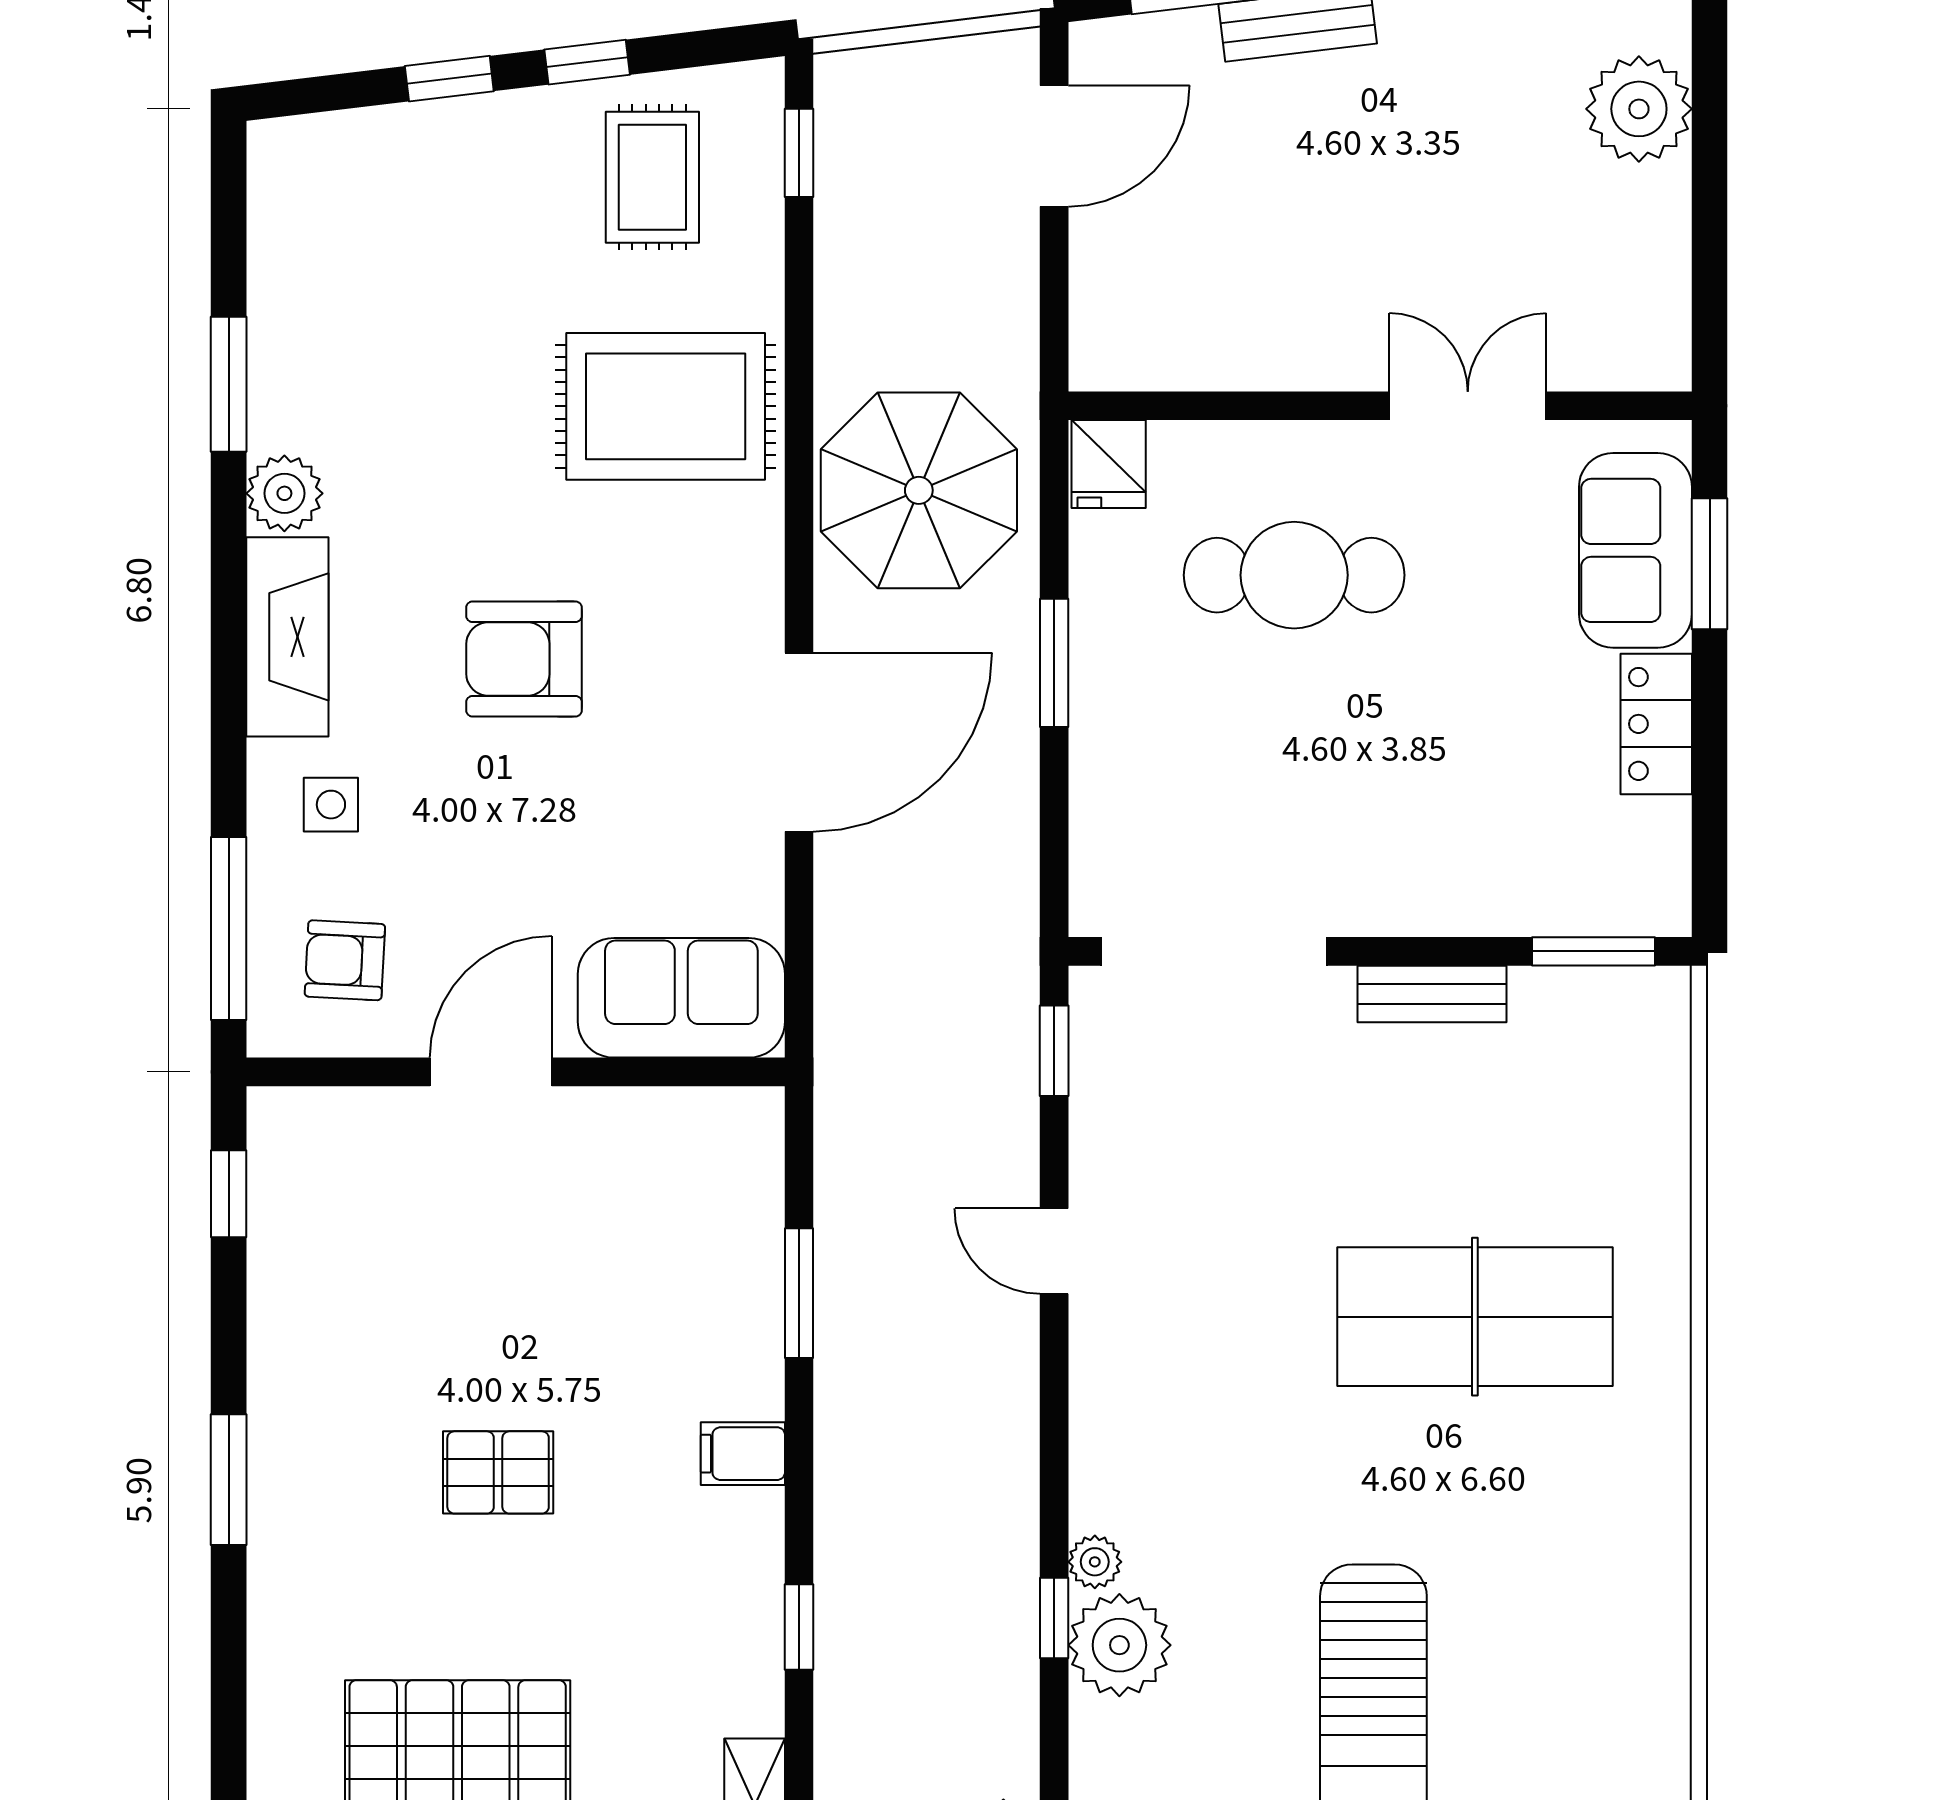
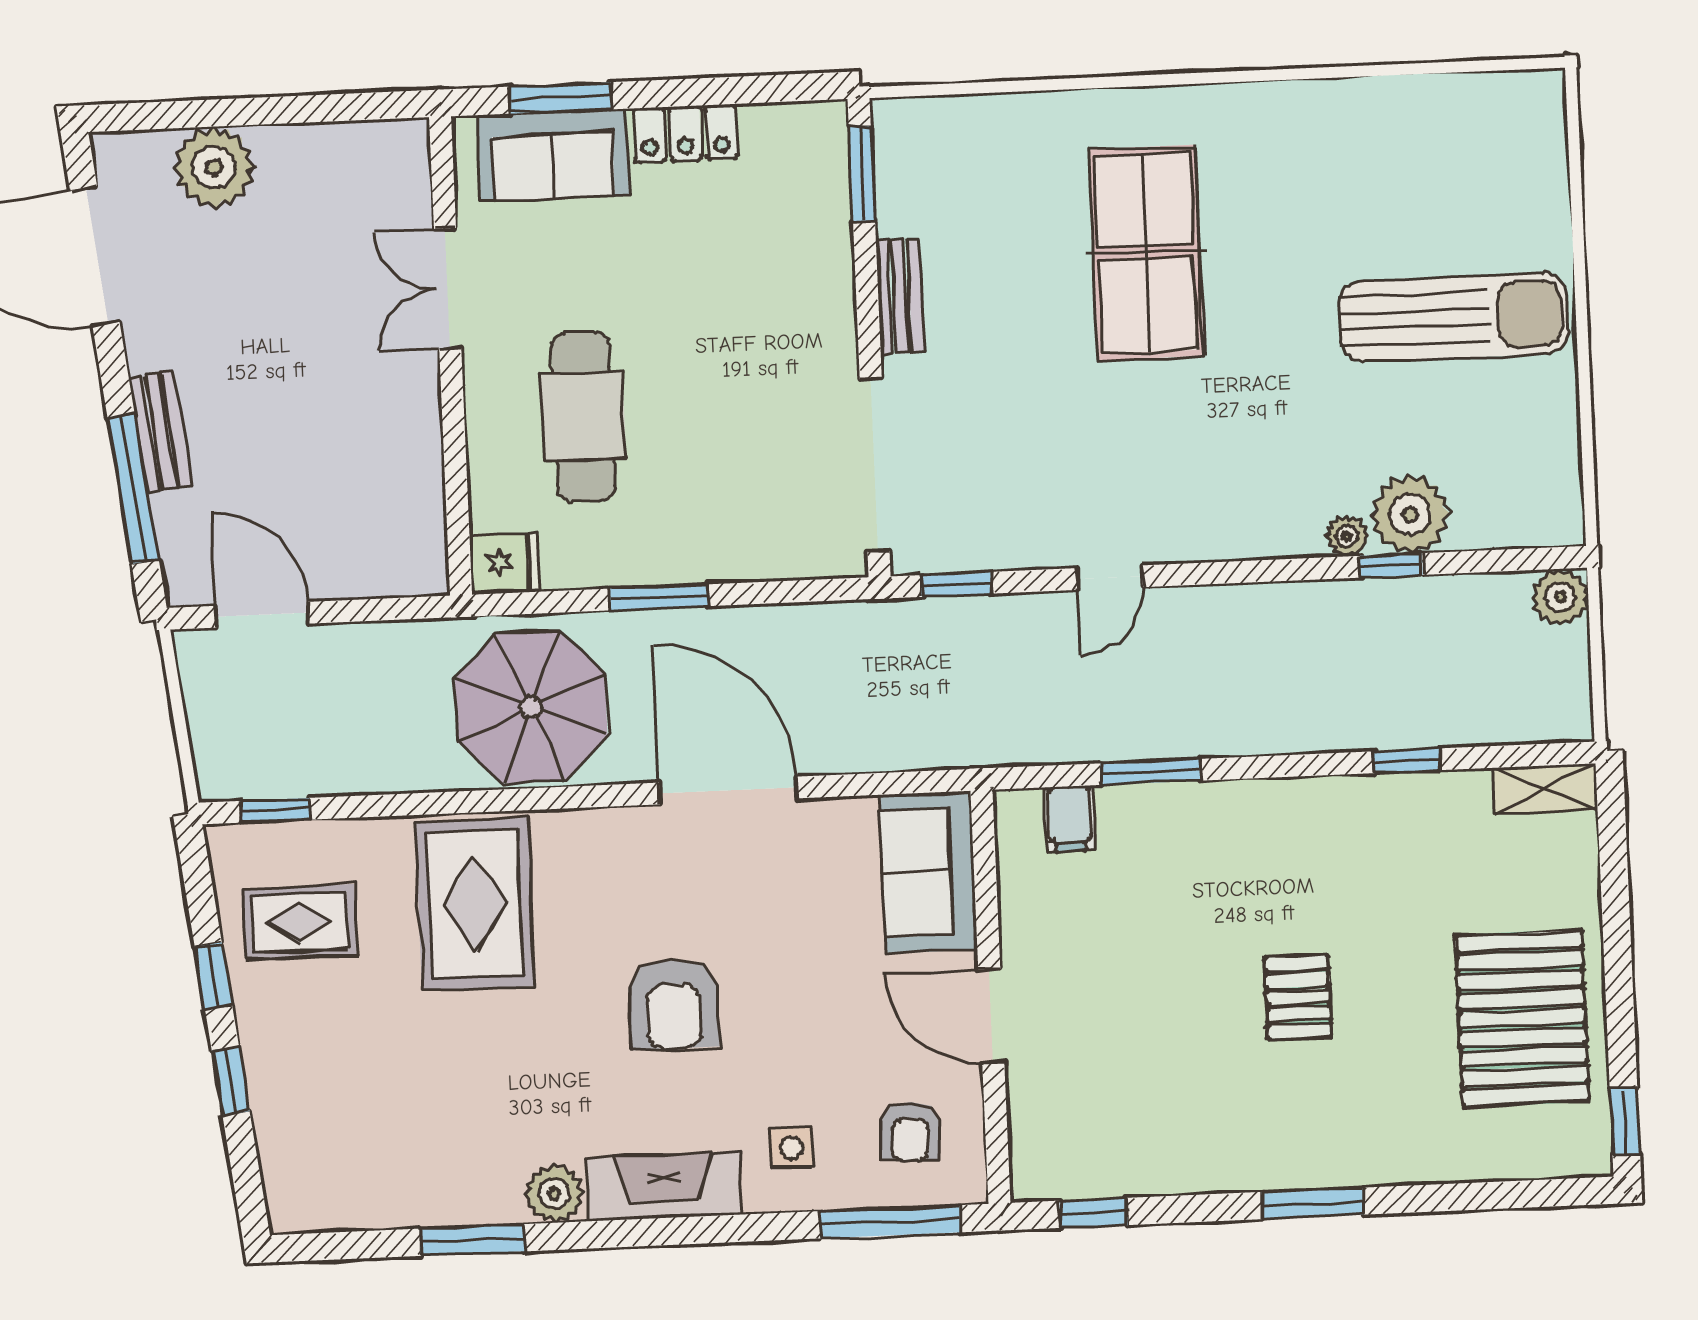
filing cabinet: (743, 1454) -> (1070, 819), moved

